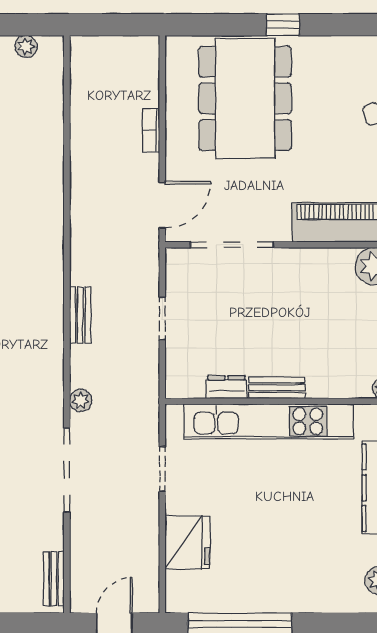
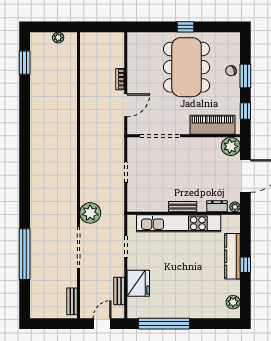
dining table: (245, 98) -> (187, 67), moved
door: (162, 205) -> (126, 105), moved
bench: (80, 315) -> (119, 291), moved
dresser: (226, 387) -> (217, 206), moved
plant: (81, 400) -> (90, 213), width x1.87, depth x1.87

